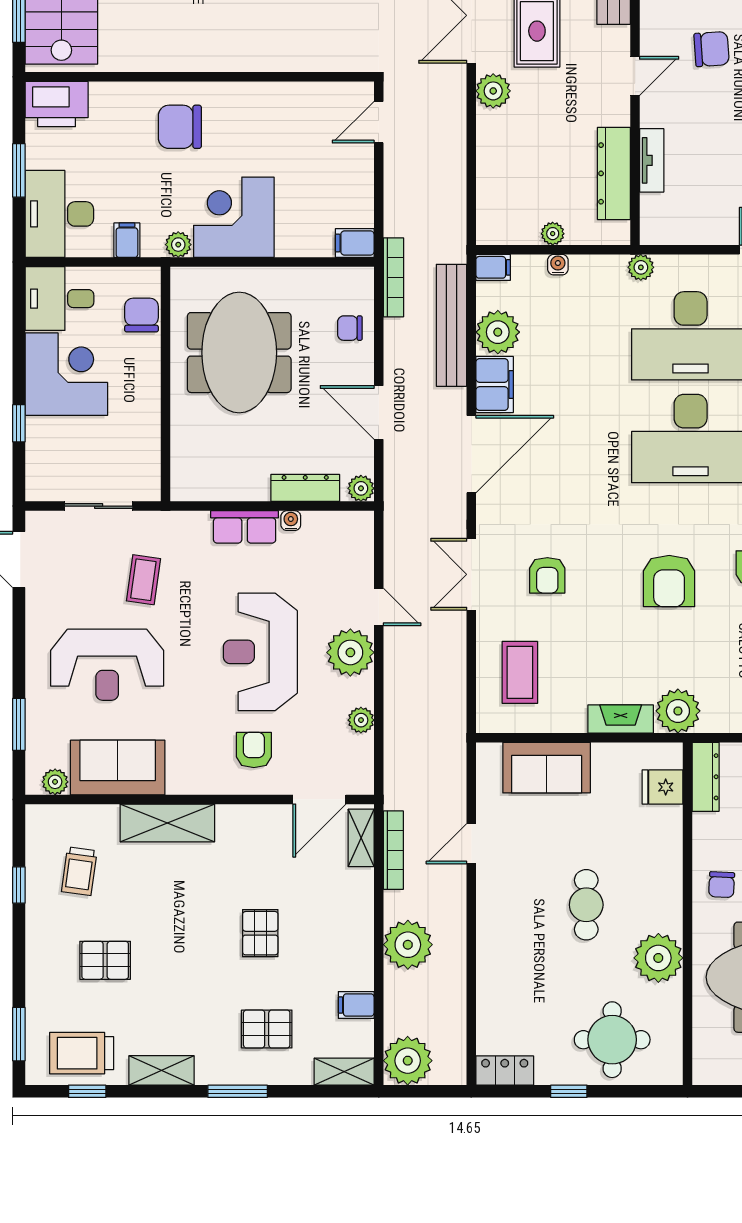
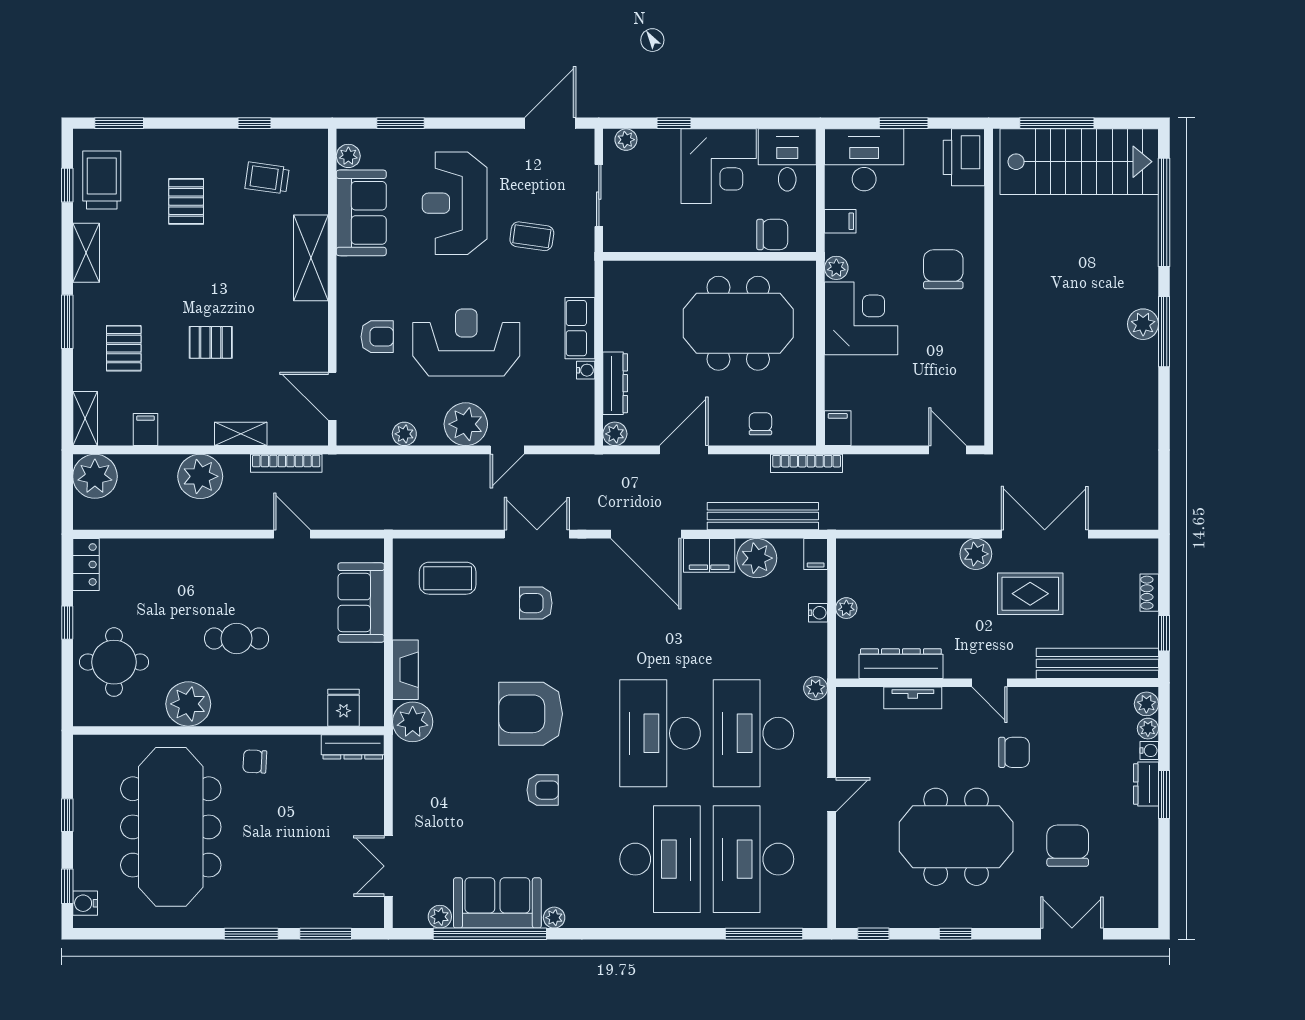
chair: (712, 49) -> (1014, 752), turned -86
plant: (37, 476) -> (626, 140), added
armchair: (669, 581) -> (531, 714), width x1.36, depth x1.36
shelving: (361, 838) -> (241, 434), moved

